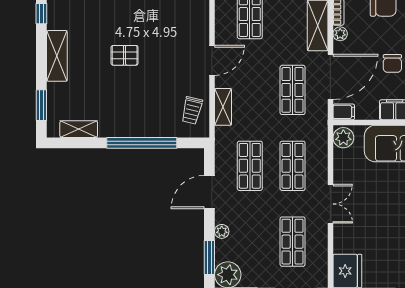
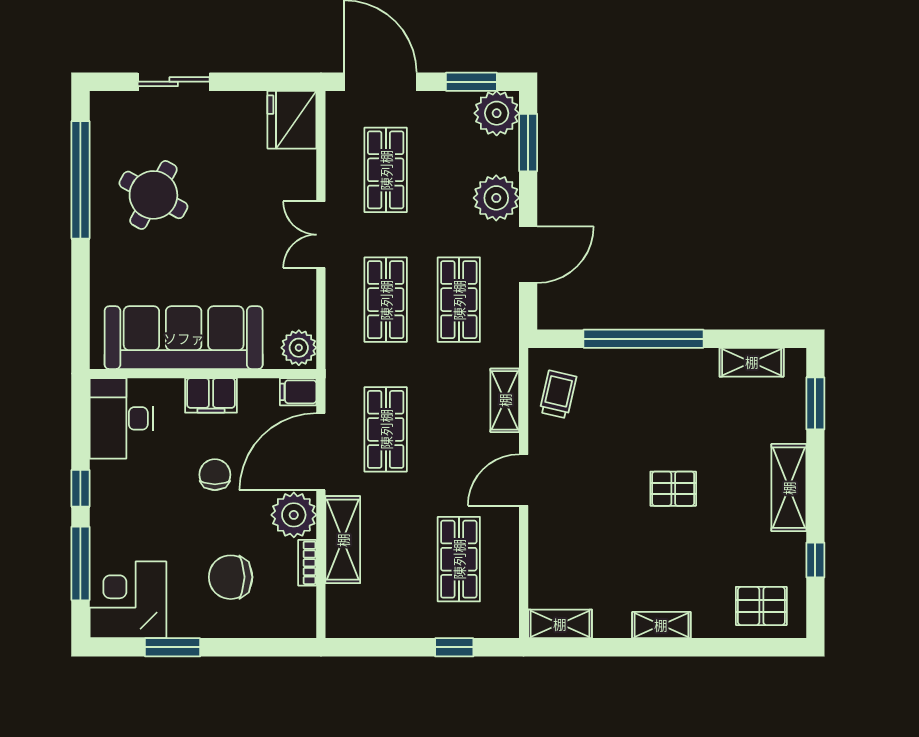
plant: (340, 34) -> (294, 515), width x1.88, depth x1.88
plant: (222, 231) -> (496, 198), width x1.87, depth x1.87

